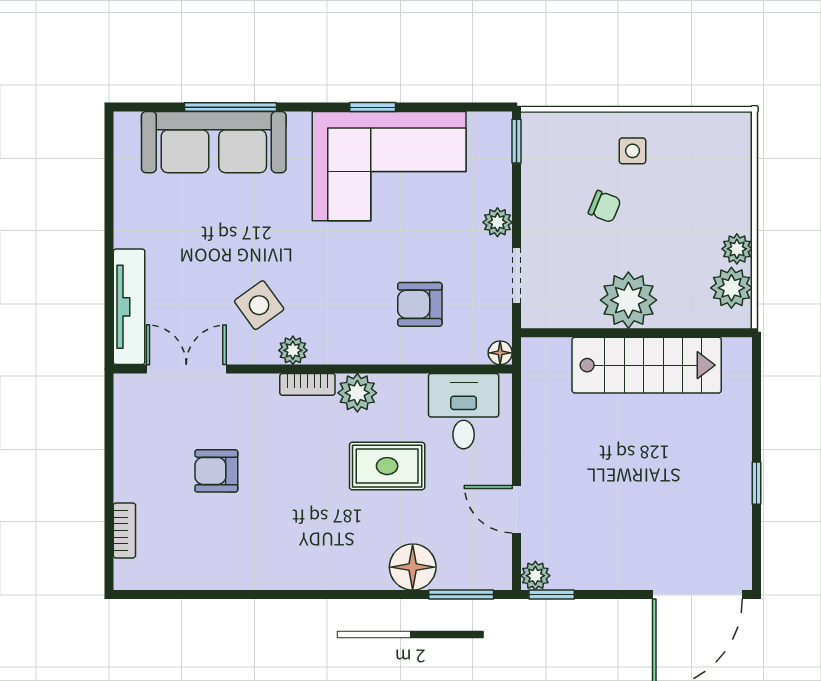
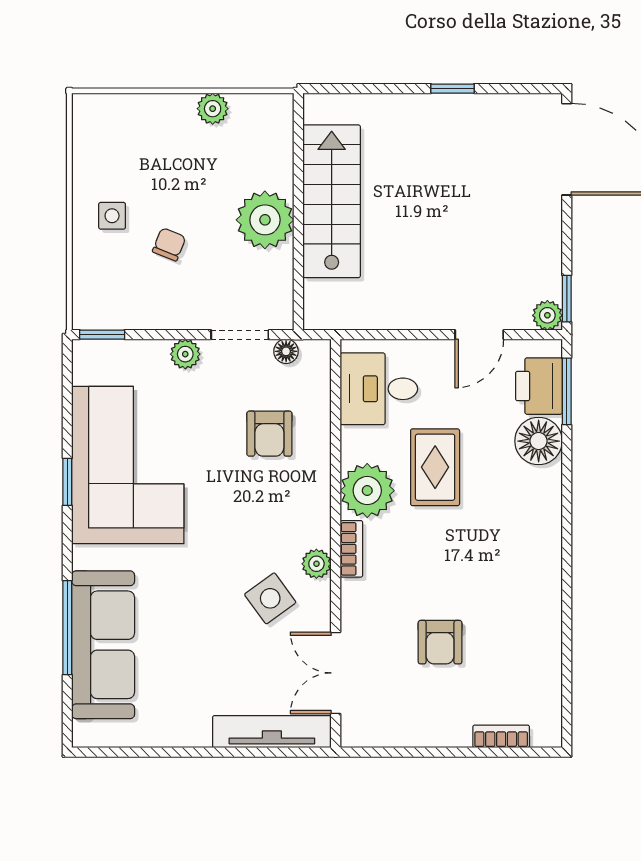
plant: (731, 288) -> (252, 114), removed
floor lamp: (500, 353) -> (286, 351), moved
plant: (357, 393) -> (367, 491), width x1.36, depth x1.36
printer: (466, 567) -> (539, 386), added

